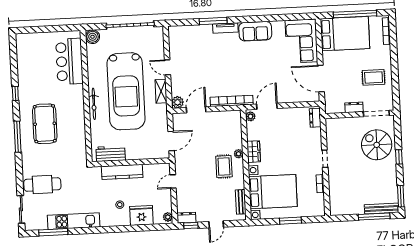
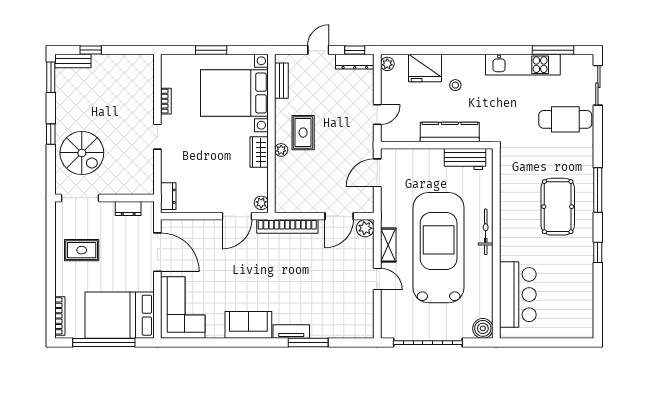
dresser: (354, 107) -> (128, 208), moved
bench: (382, 209) -> (73, 61), width x0.73
window: (374, 217) -> (91, 50), width x0.46
dresser: (186, 218) -> (355, 62), width x1.44

